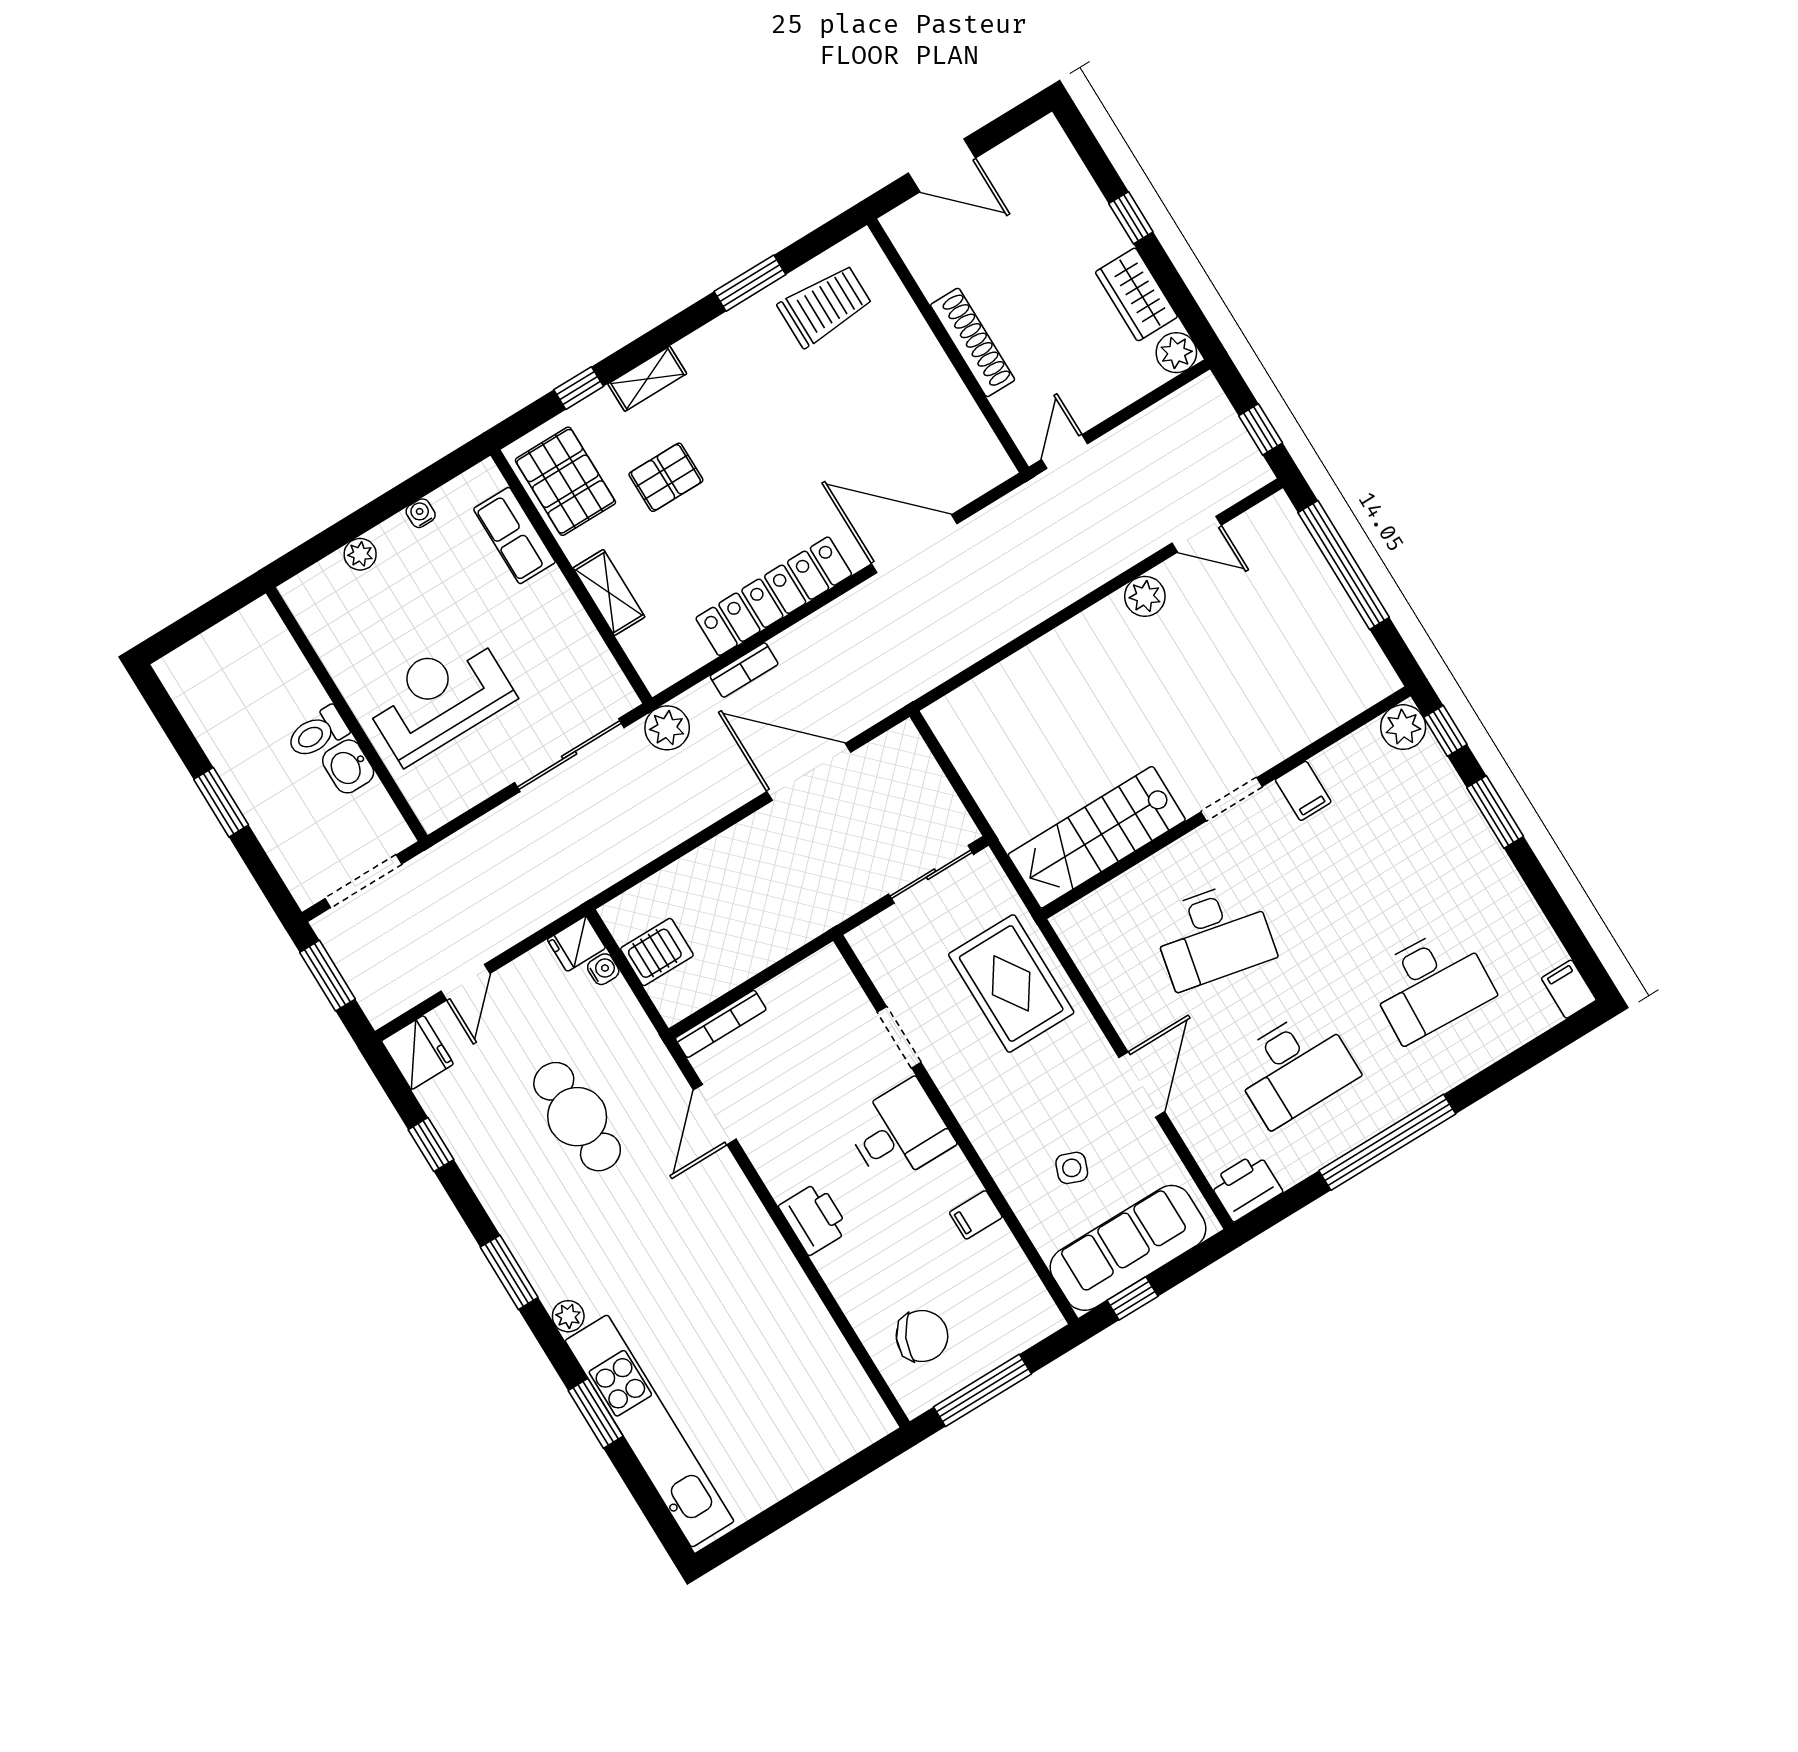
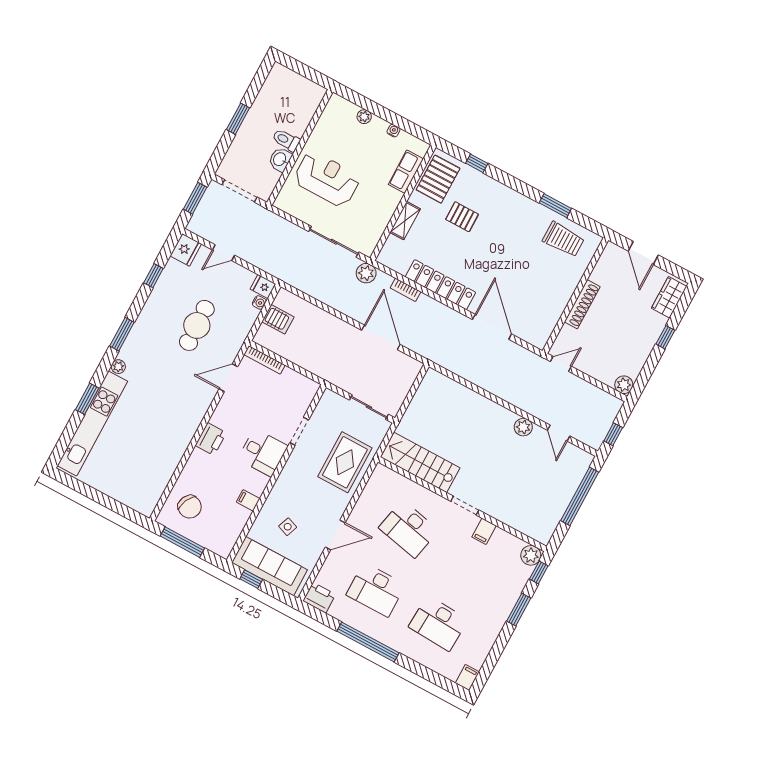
wardrobe: (1136, 294) -> (669, 297), moved
shelving: (647, 379) -> (496, 188), removed

